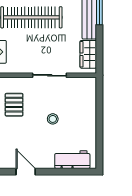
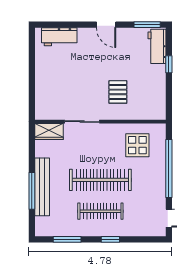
wardrobe: (88, 54) -> (49, 132), moved, turned 90
stool: (53, 119) -> (79, 78), removed

